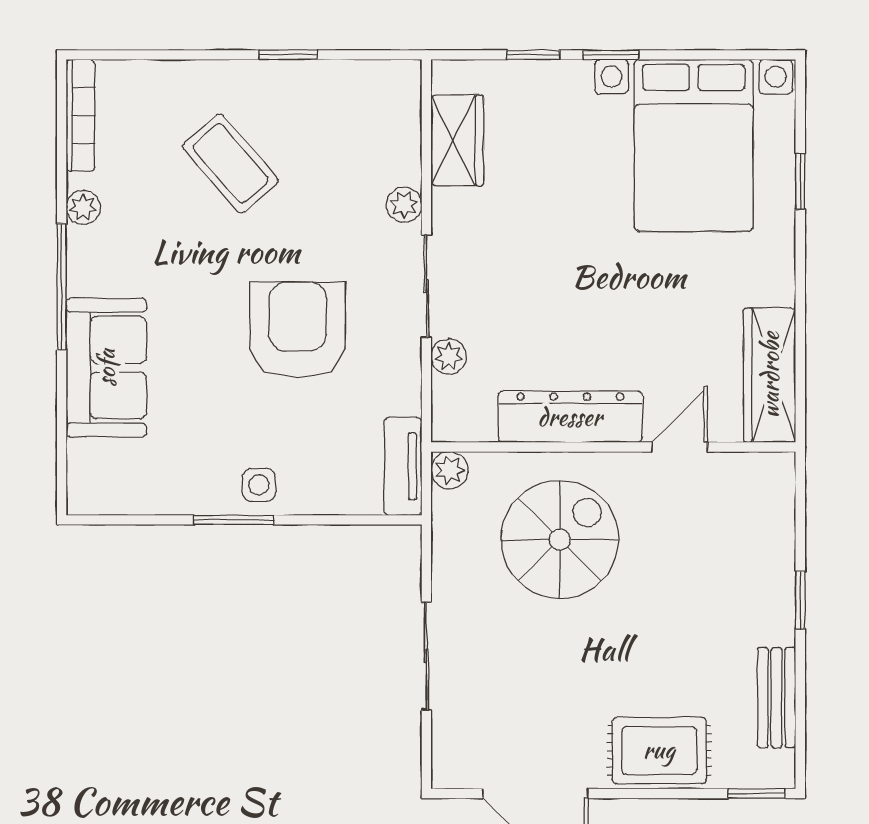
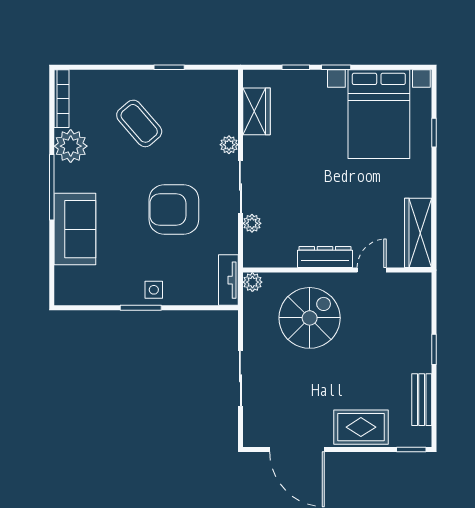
plant: (83, 207) -> (71, 146), width x1.88, depth x1.88
armchair: (298, 330) -> (174, 210), turned -90
dresser: (570, 417) -> (325, 257), width x0.73, depth x0.80

